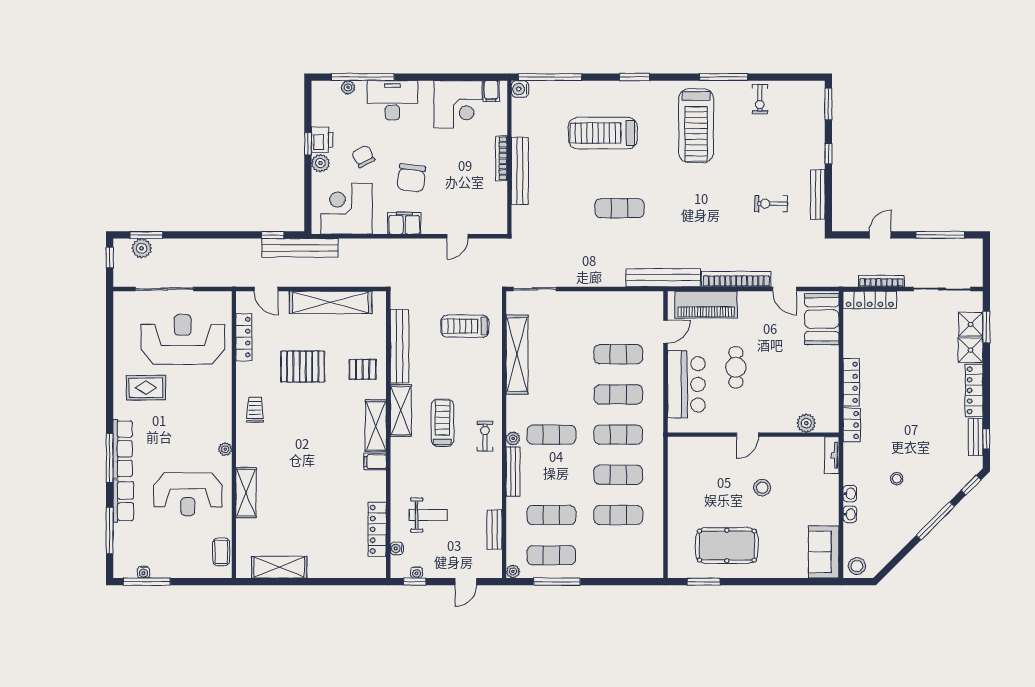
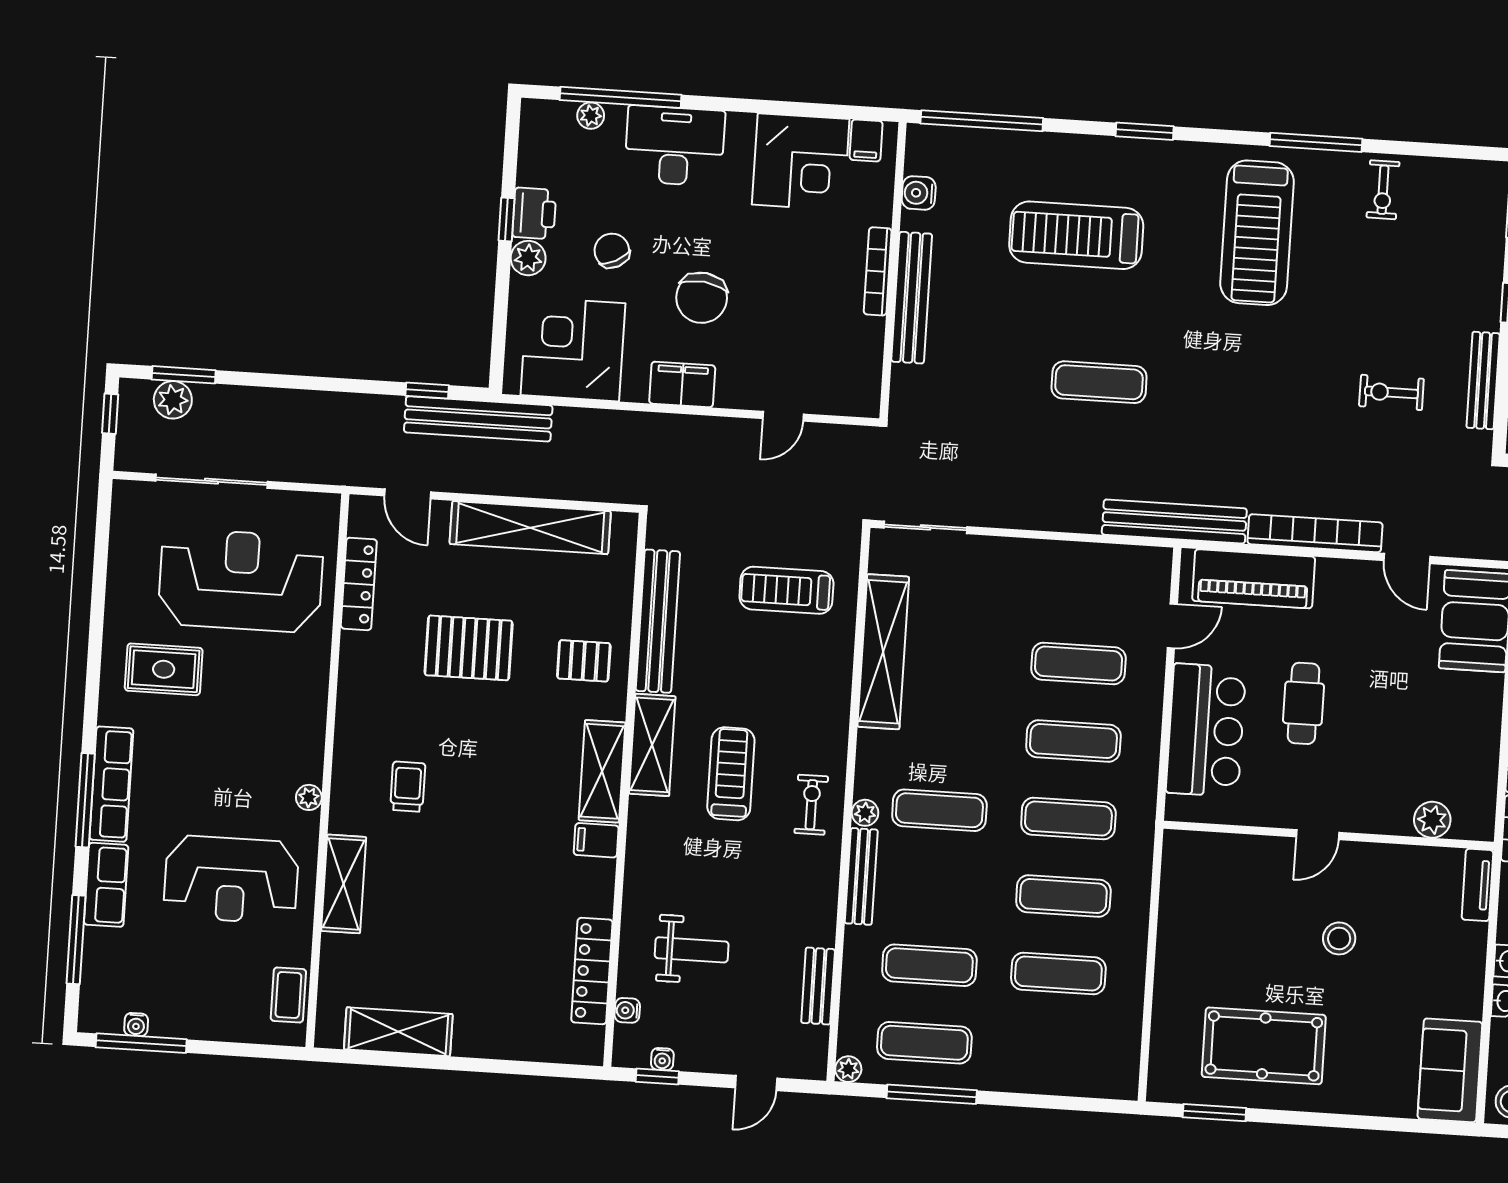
water cooler: (520, 89) -> (919, 193), moved
trolley: (255, 410) -> (408, 787), moved

